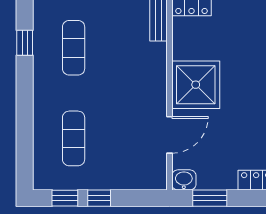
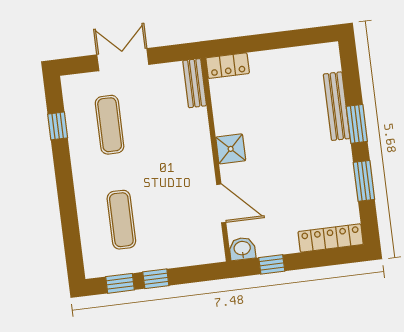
shower: (196, 85) -> (231, 149), width x0.54, depth x0.54
door: (169, 135) -> (221, 203), hinge flipped
window: (210, 198) -> (272, 264), width x0.67

